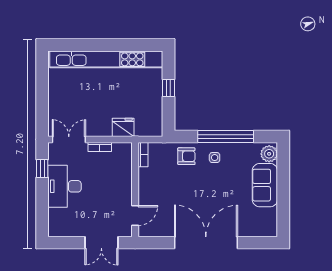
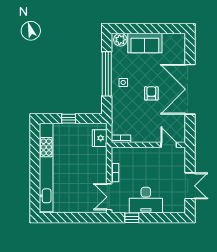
fridge: (123, 127) -> (100, 138), moved
armchair: (186, 156) -> (151, 93), moved
double door: (101, 243) -> (190, 186), moved

